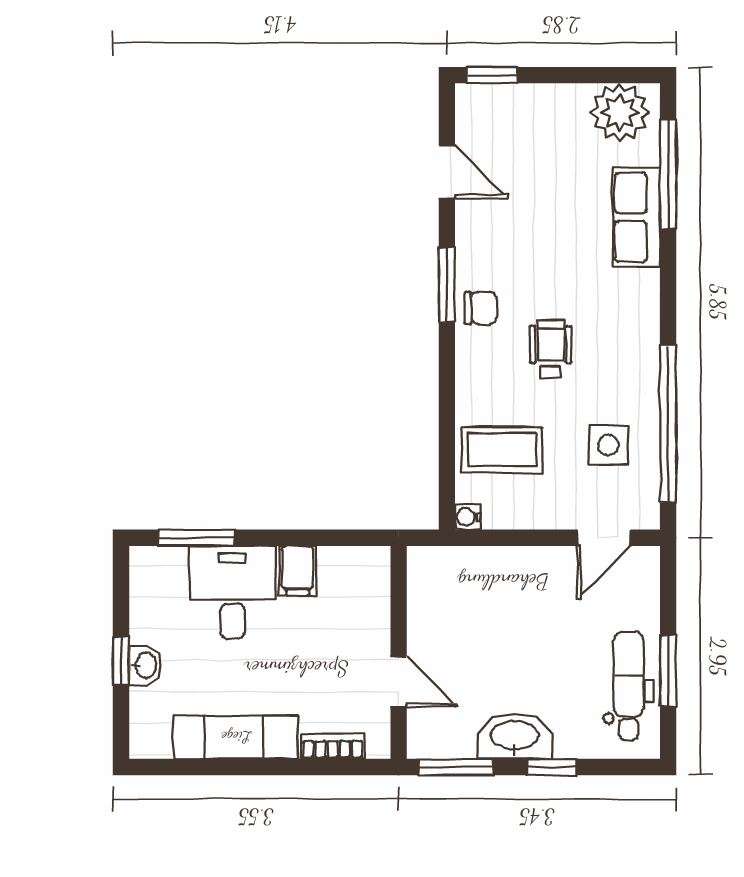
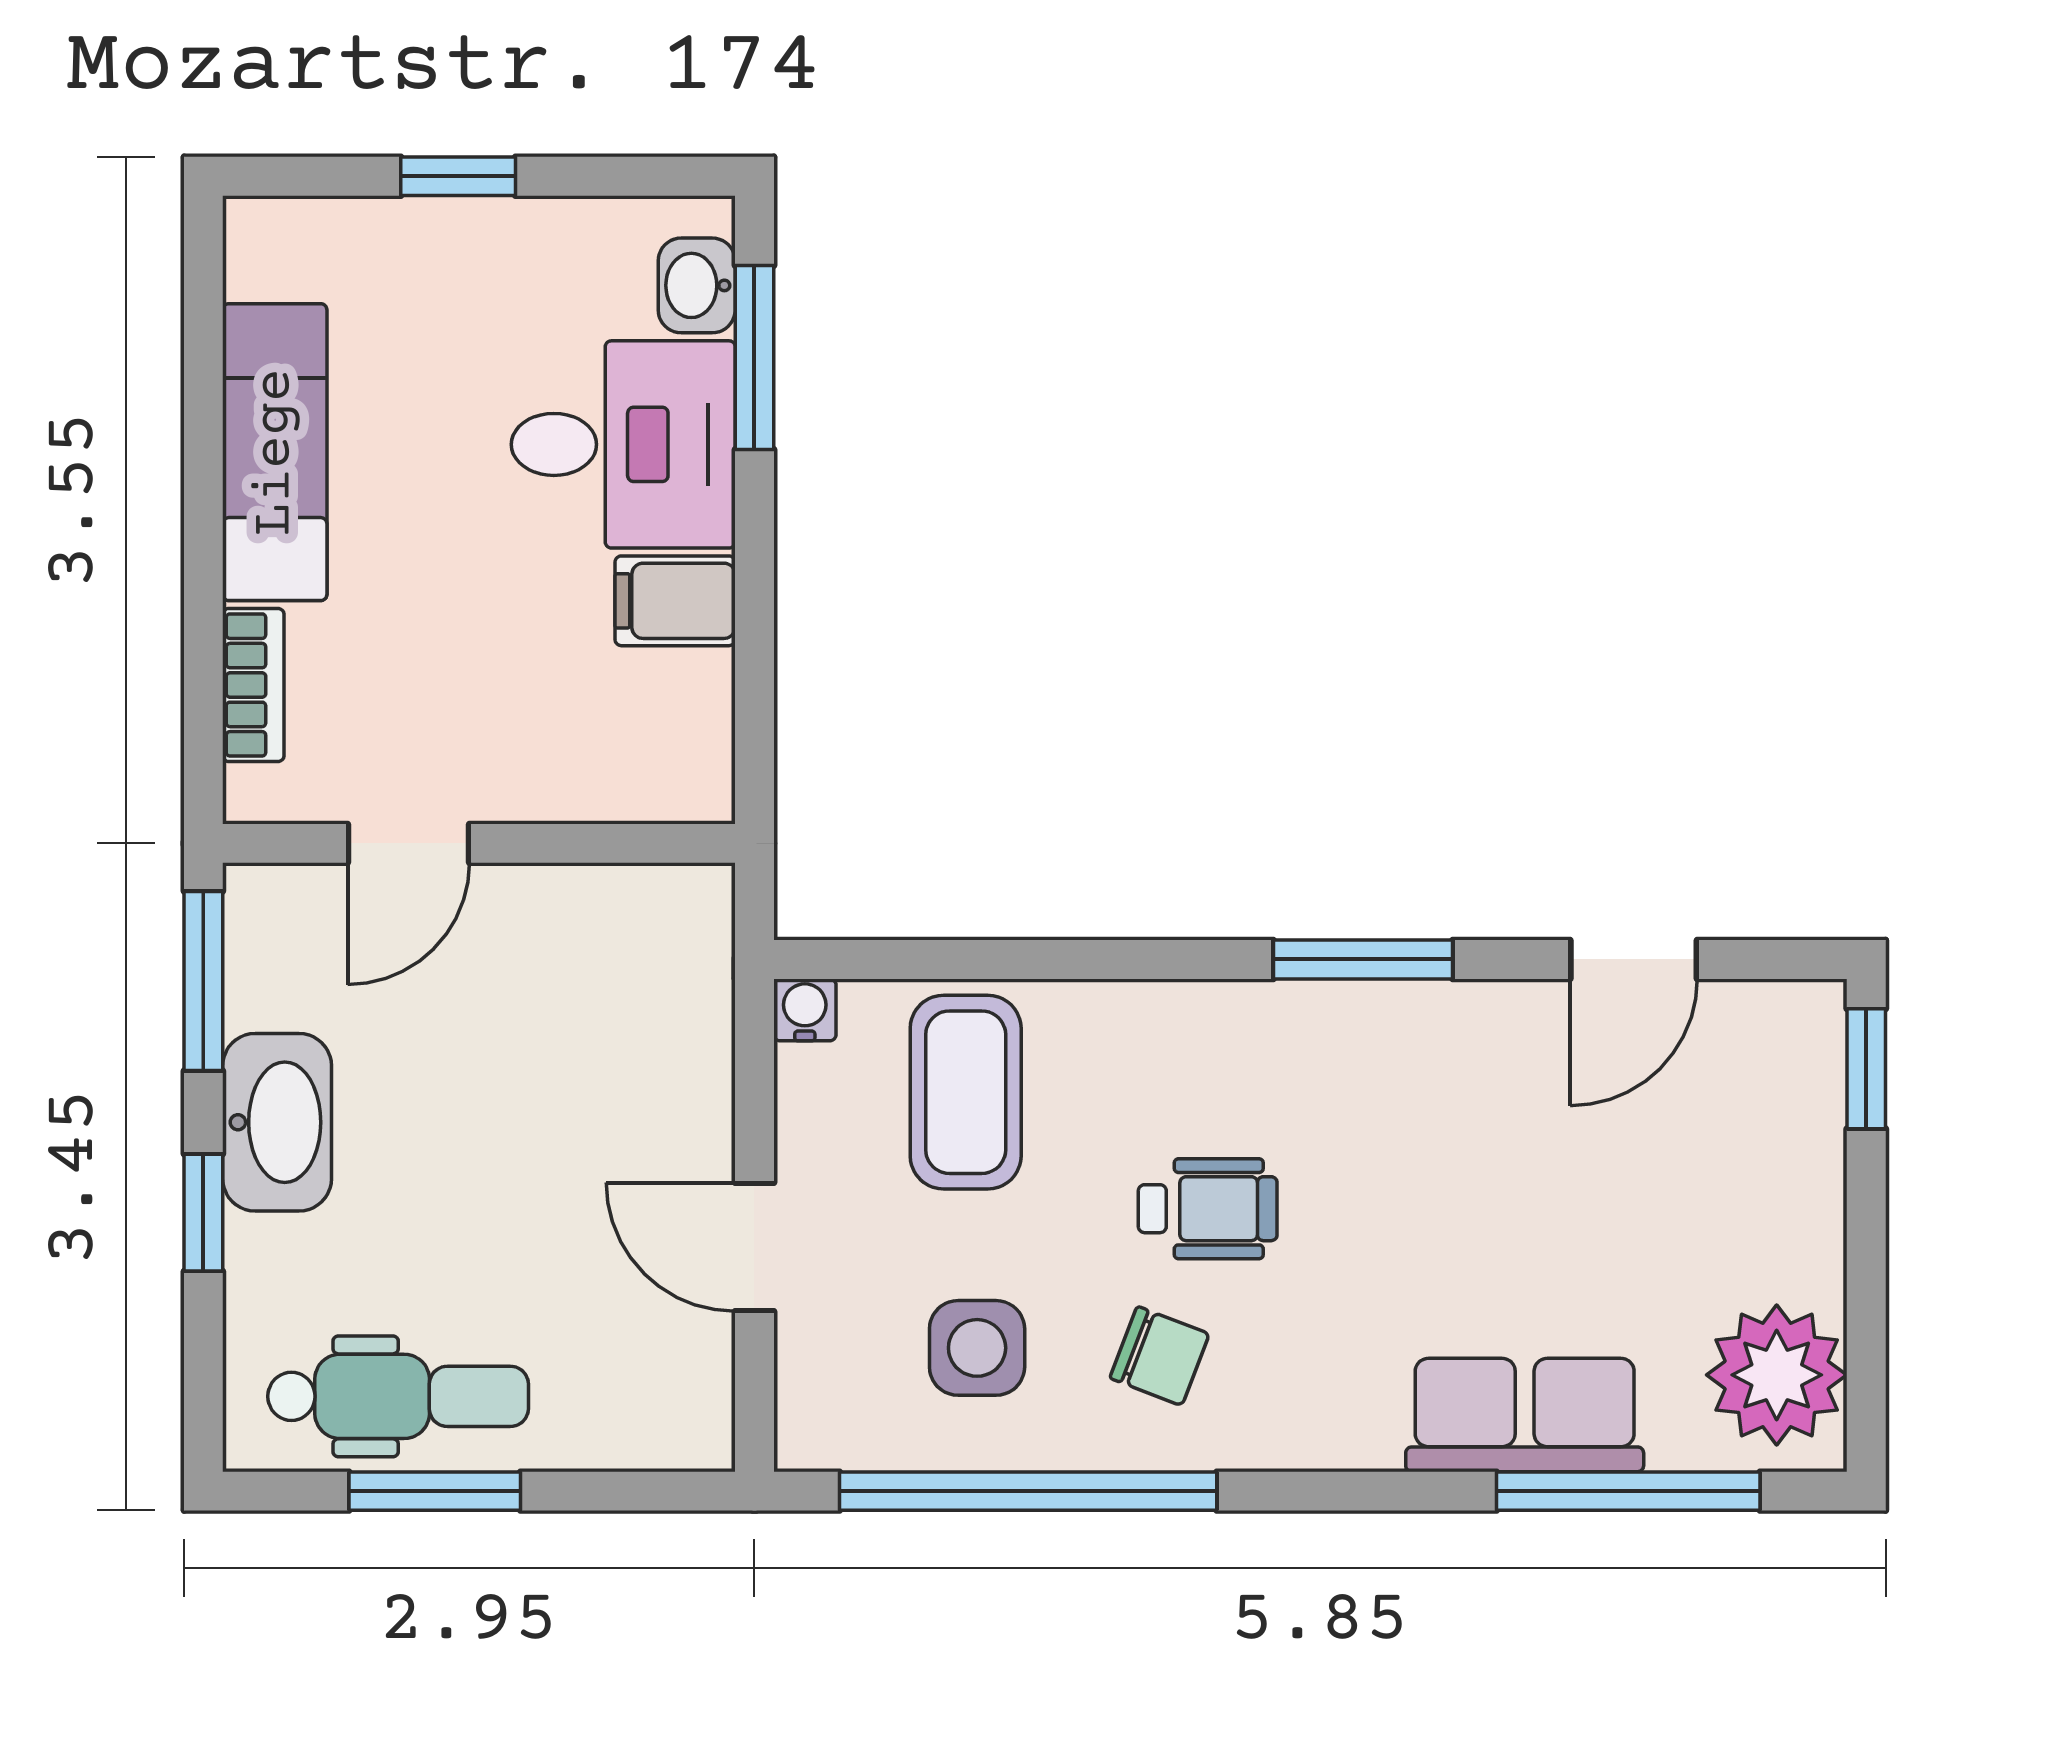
chair: (481, 308) -> (1159, 1356), moved, turned -69
door: (604, 538) -> (754, 1247), moved
washbasin: (145, 665) -> (697, 285), moved, turned 90

